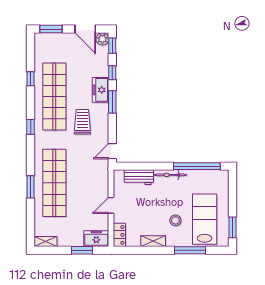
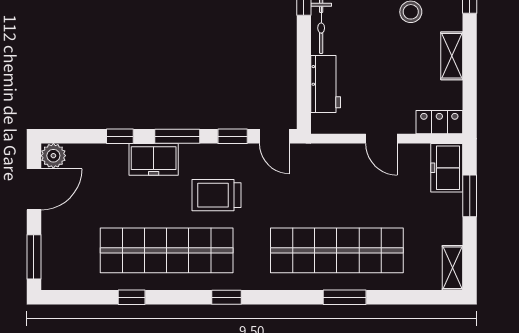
window: (112, 46) -> (233, 136), moved

